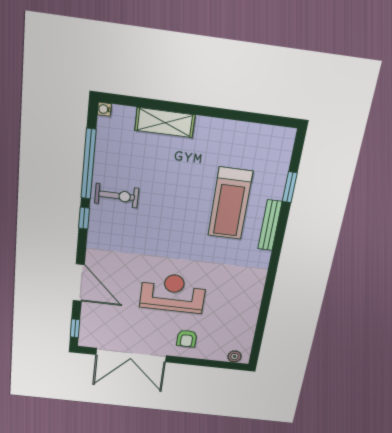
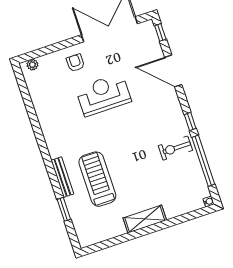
shelving: (165, 123) -> (145, 219), moved
reception desk: (173, 293) -> (103, 95), turned 180

